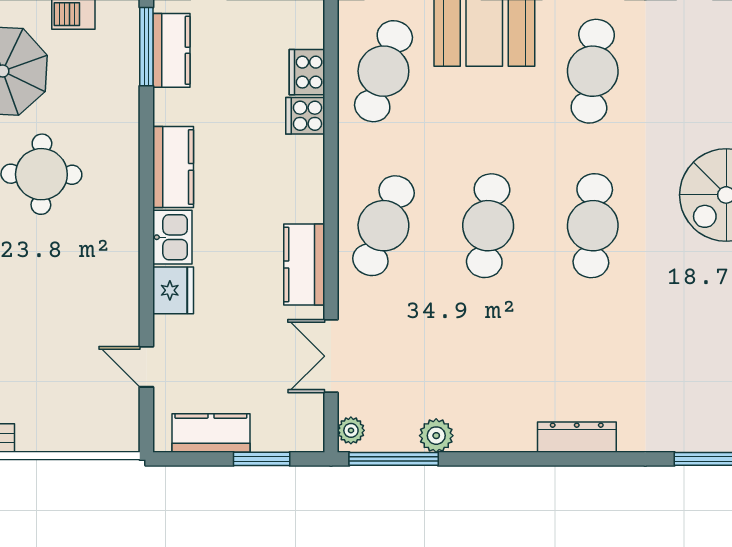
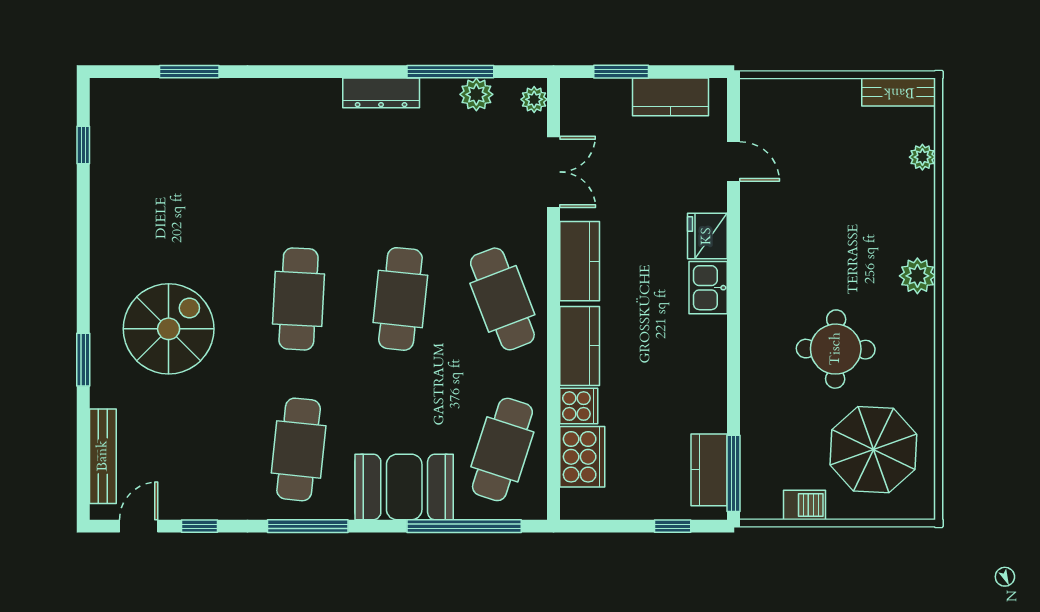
cooker: (307, 72) -> (582, 457), width x1.37, depth x1.31
kitchen counter: (173, 167) -> (580, 346), moved, turned 180
cafe table: (383, 226) -> (502, 299), turned -42
plant: (436, 436) -> (476, 94), moved
dresser: (577, 437) -> (381, 93), moved
window: (394, 459) -> (450, 72), moved

